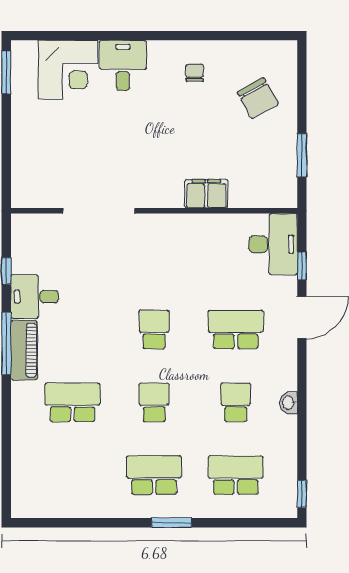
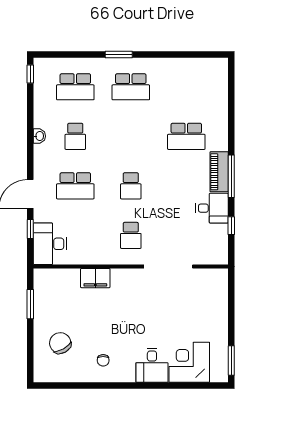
school desk: (154, 402) -> (131, 235), moved

